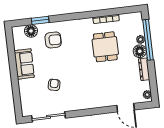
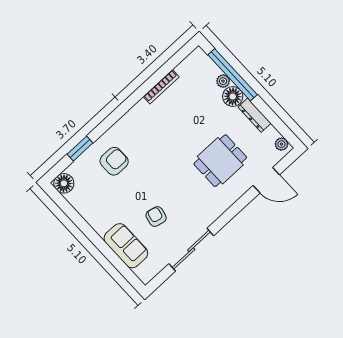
floor lamp: (31, 31) -> (64, 183), moved
dining table: (105, 47) -> (220, 161), moved, turned 90
sofa: (24, 64) -> (126, 246), moved
sliding door: (49, 117) -> (191, 250), moved

